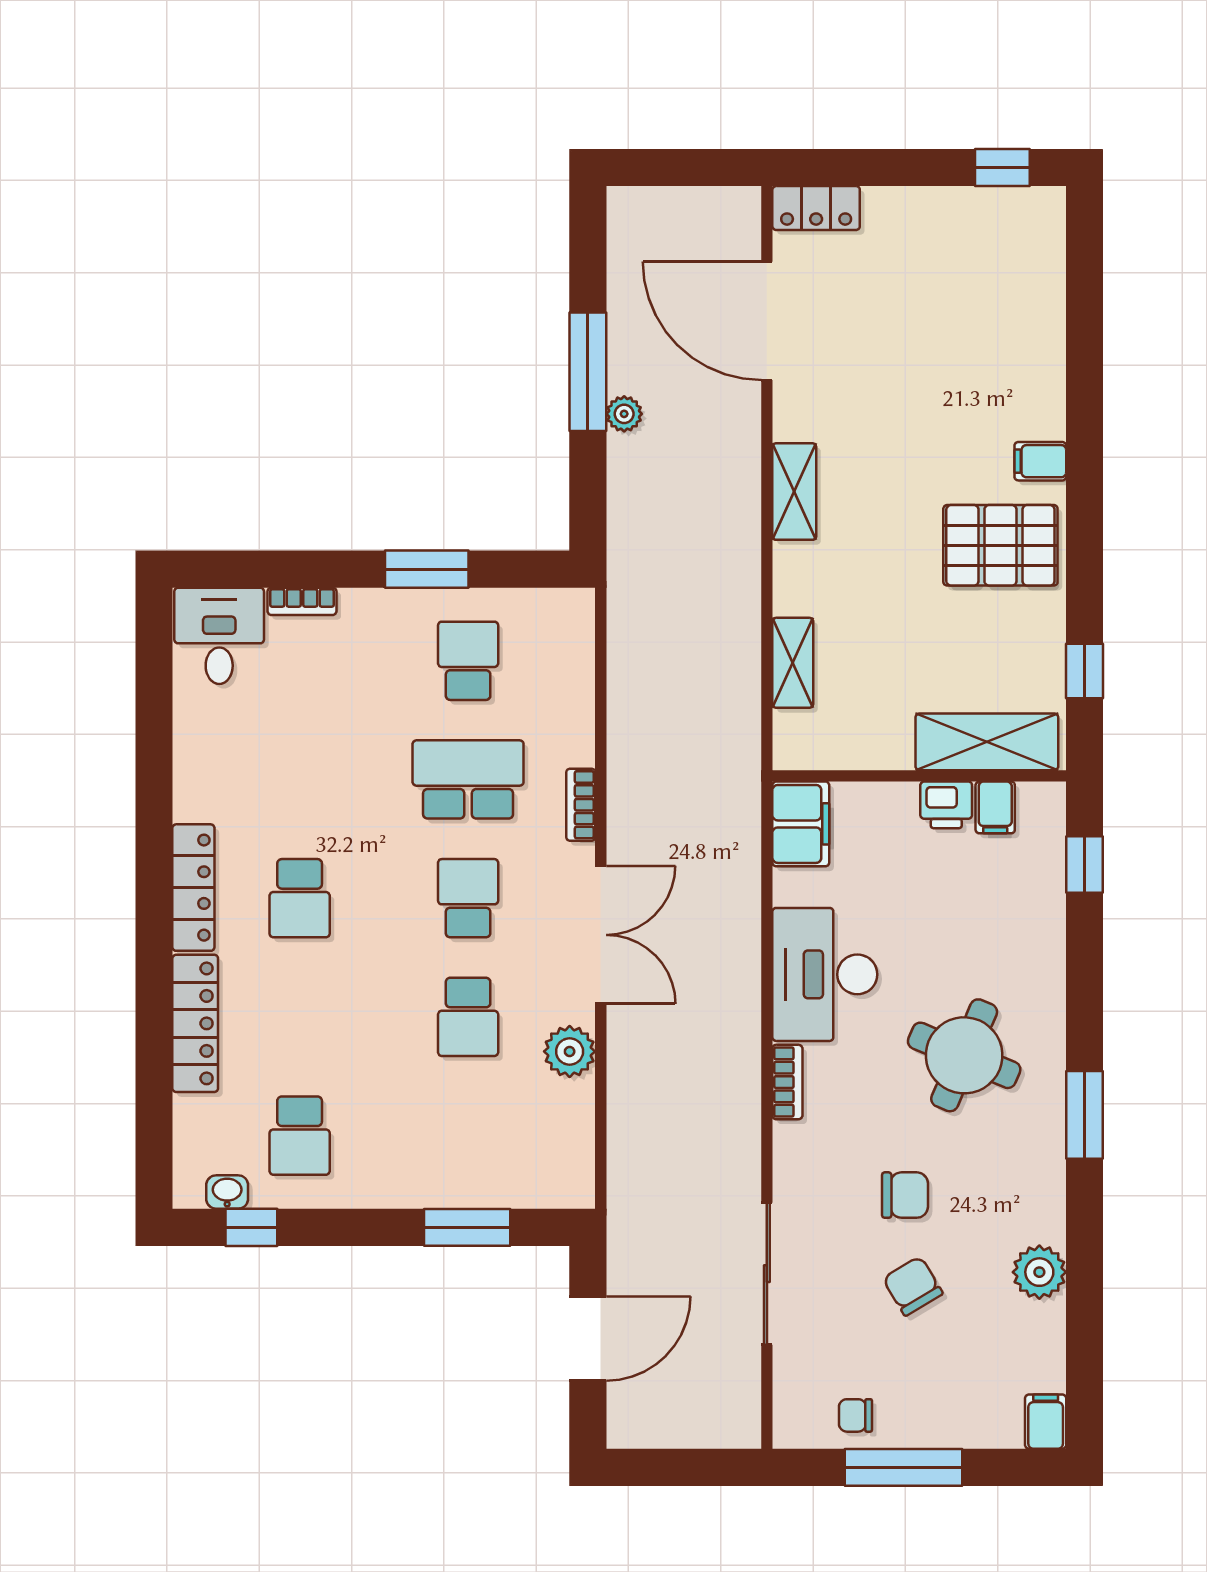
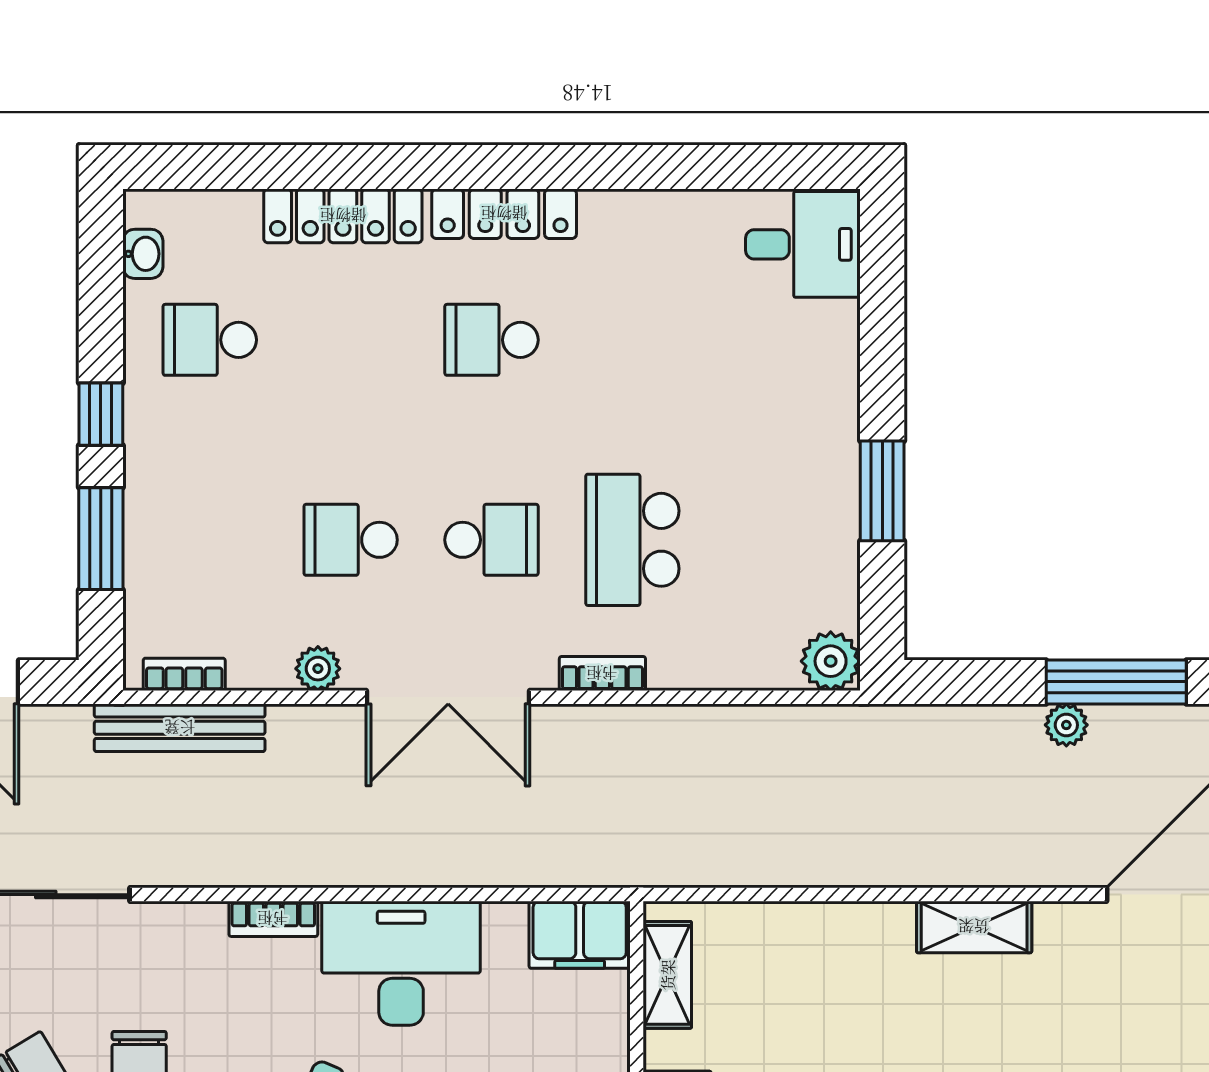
bookcase: (302, 601) -> (184, 674), moved, turned 90
plant: (570, 612) -> (831, 661), added
school desk: (468, 661) -> (773, 540), removed
shelving: (793, 663) -> (667, 975), moved, turned 90
school desk: (468, 779) -> (632, 540), turned 180
plant: (570, 1051) -> (318, 669), width x0.73, depth x0.73
bench: (626, 1161) -> (180, 728), added
window: (251, 1227) -> (101, 414), moved

